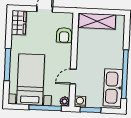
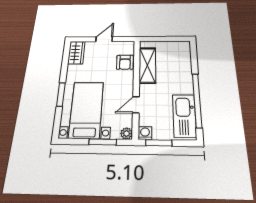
shelving: (97, 21) -> (147, 65), moved, turned 90
window: (7, 65) -> (61, 94), width x0.69
window: (45, 108) -> (103, 142), width x0.69

